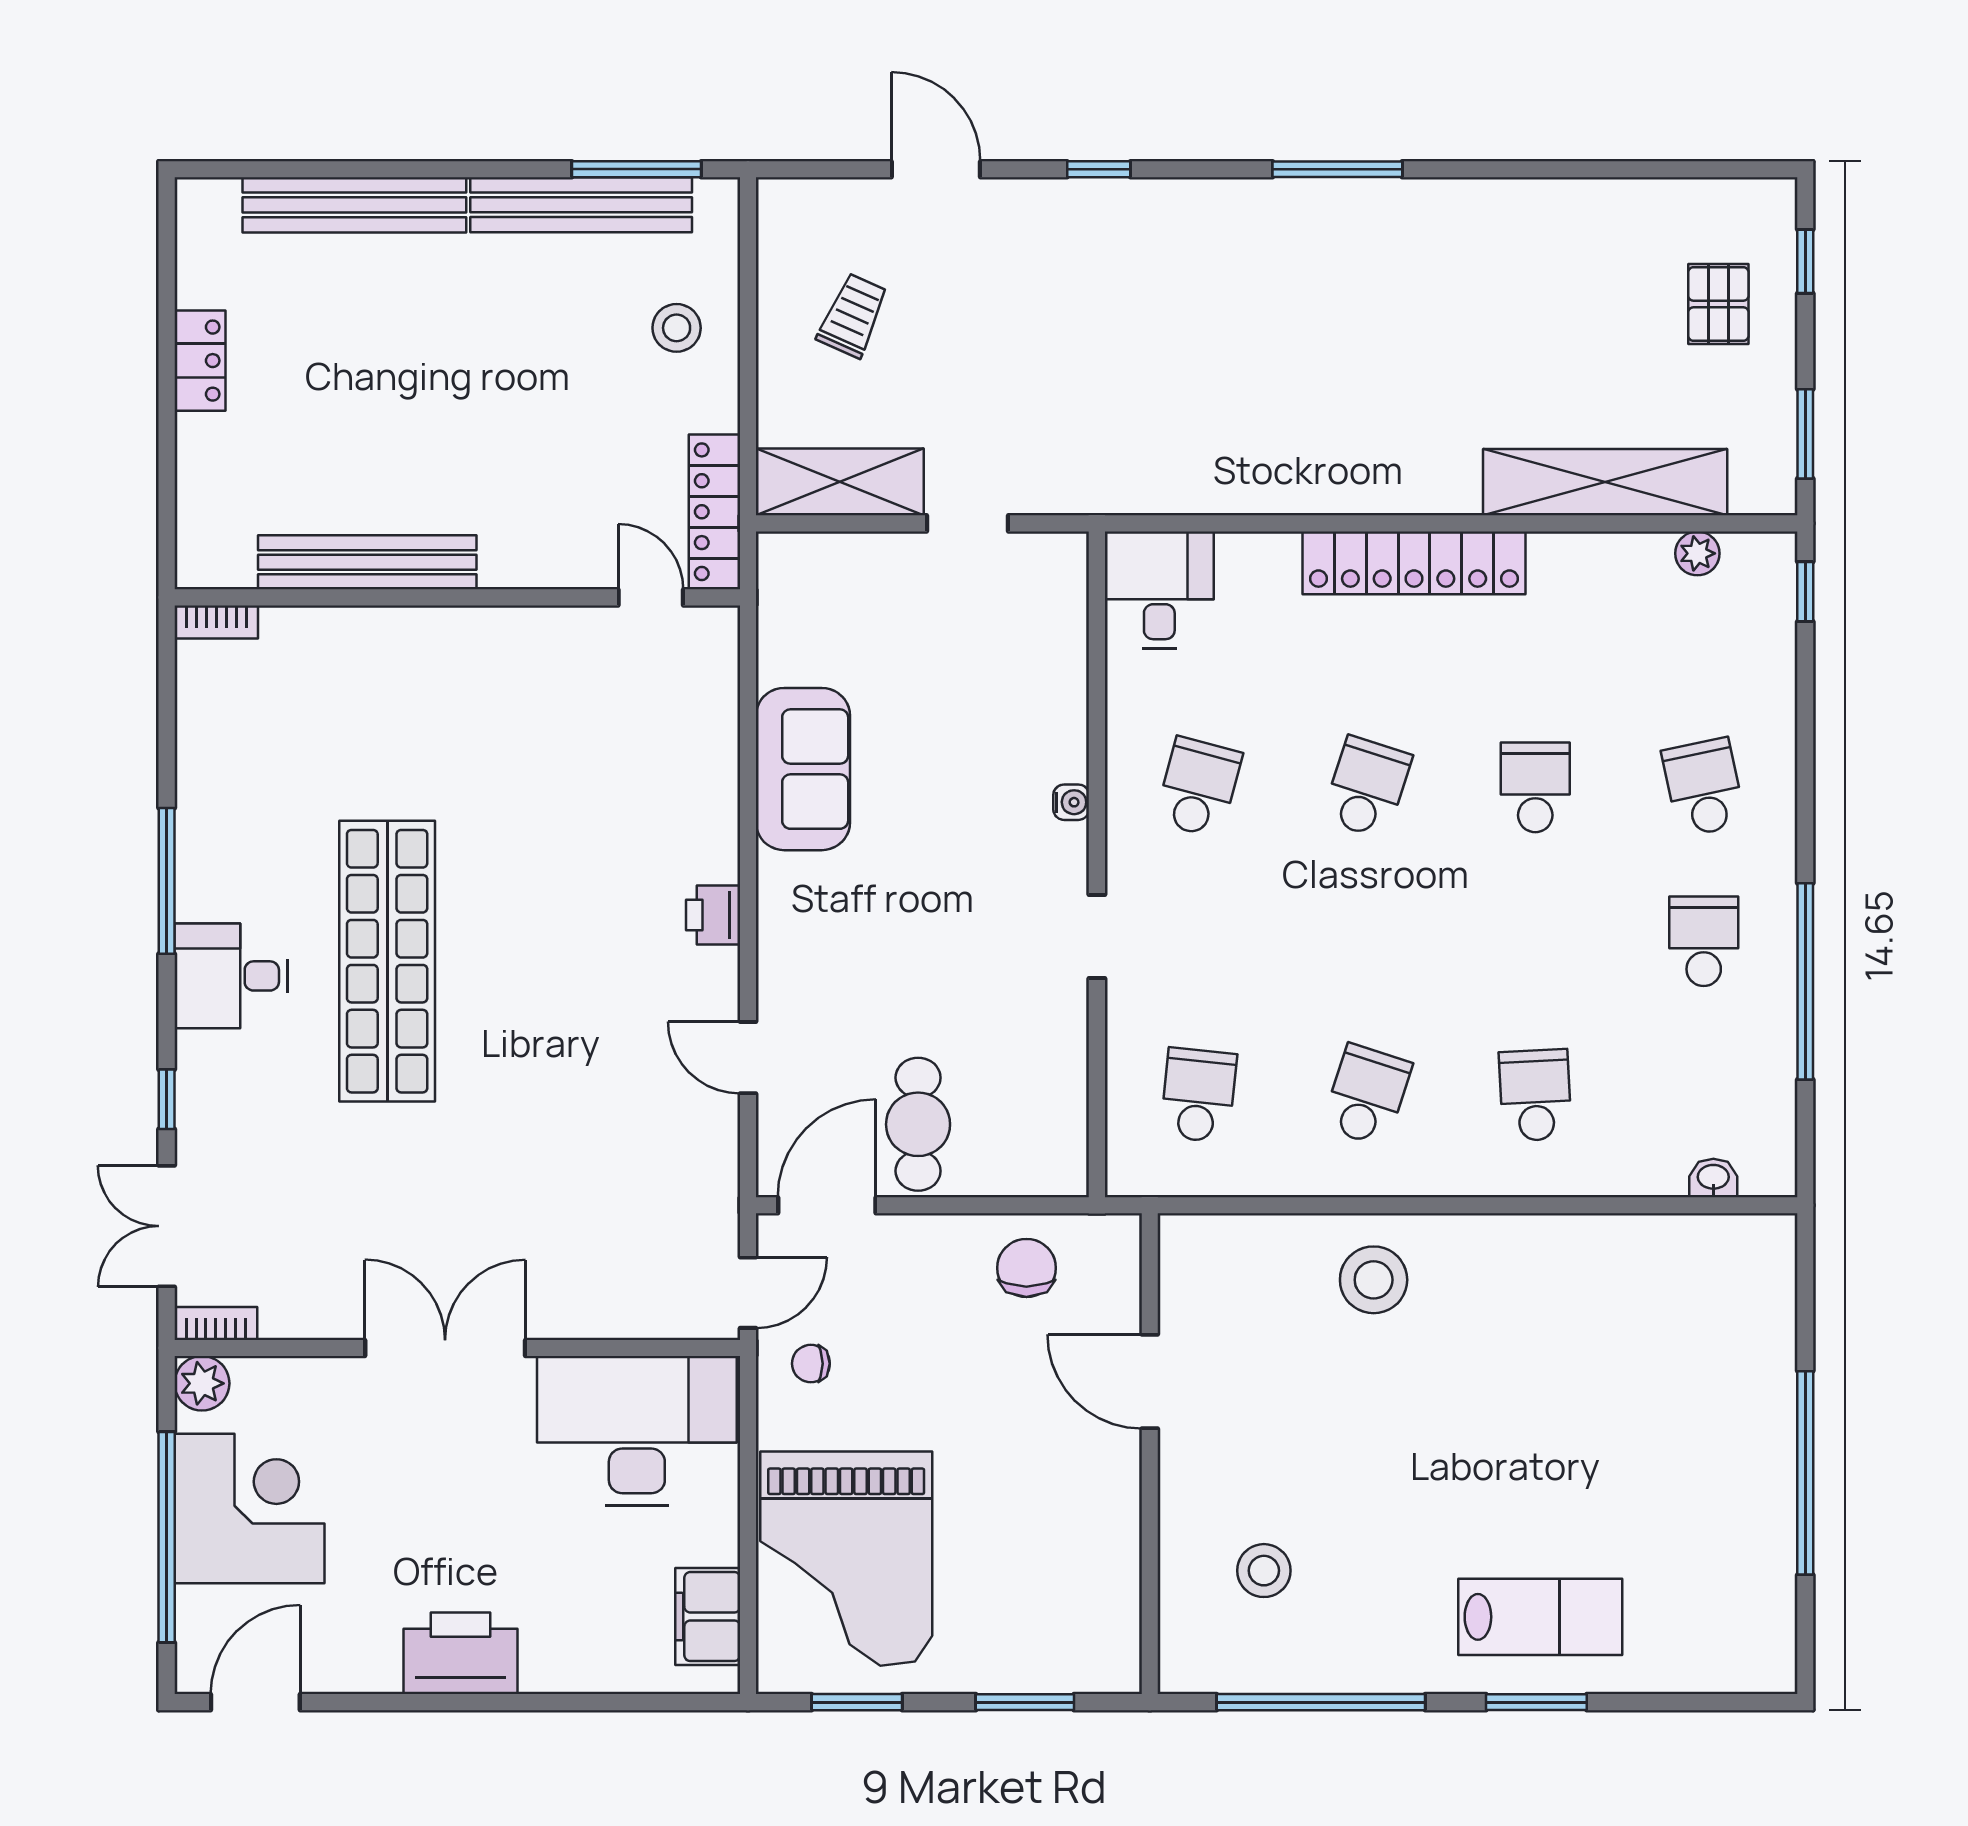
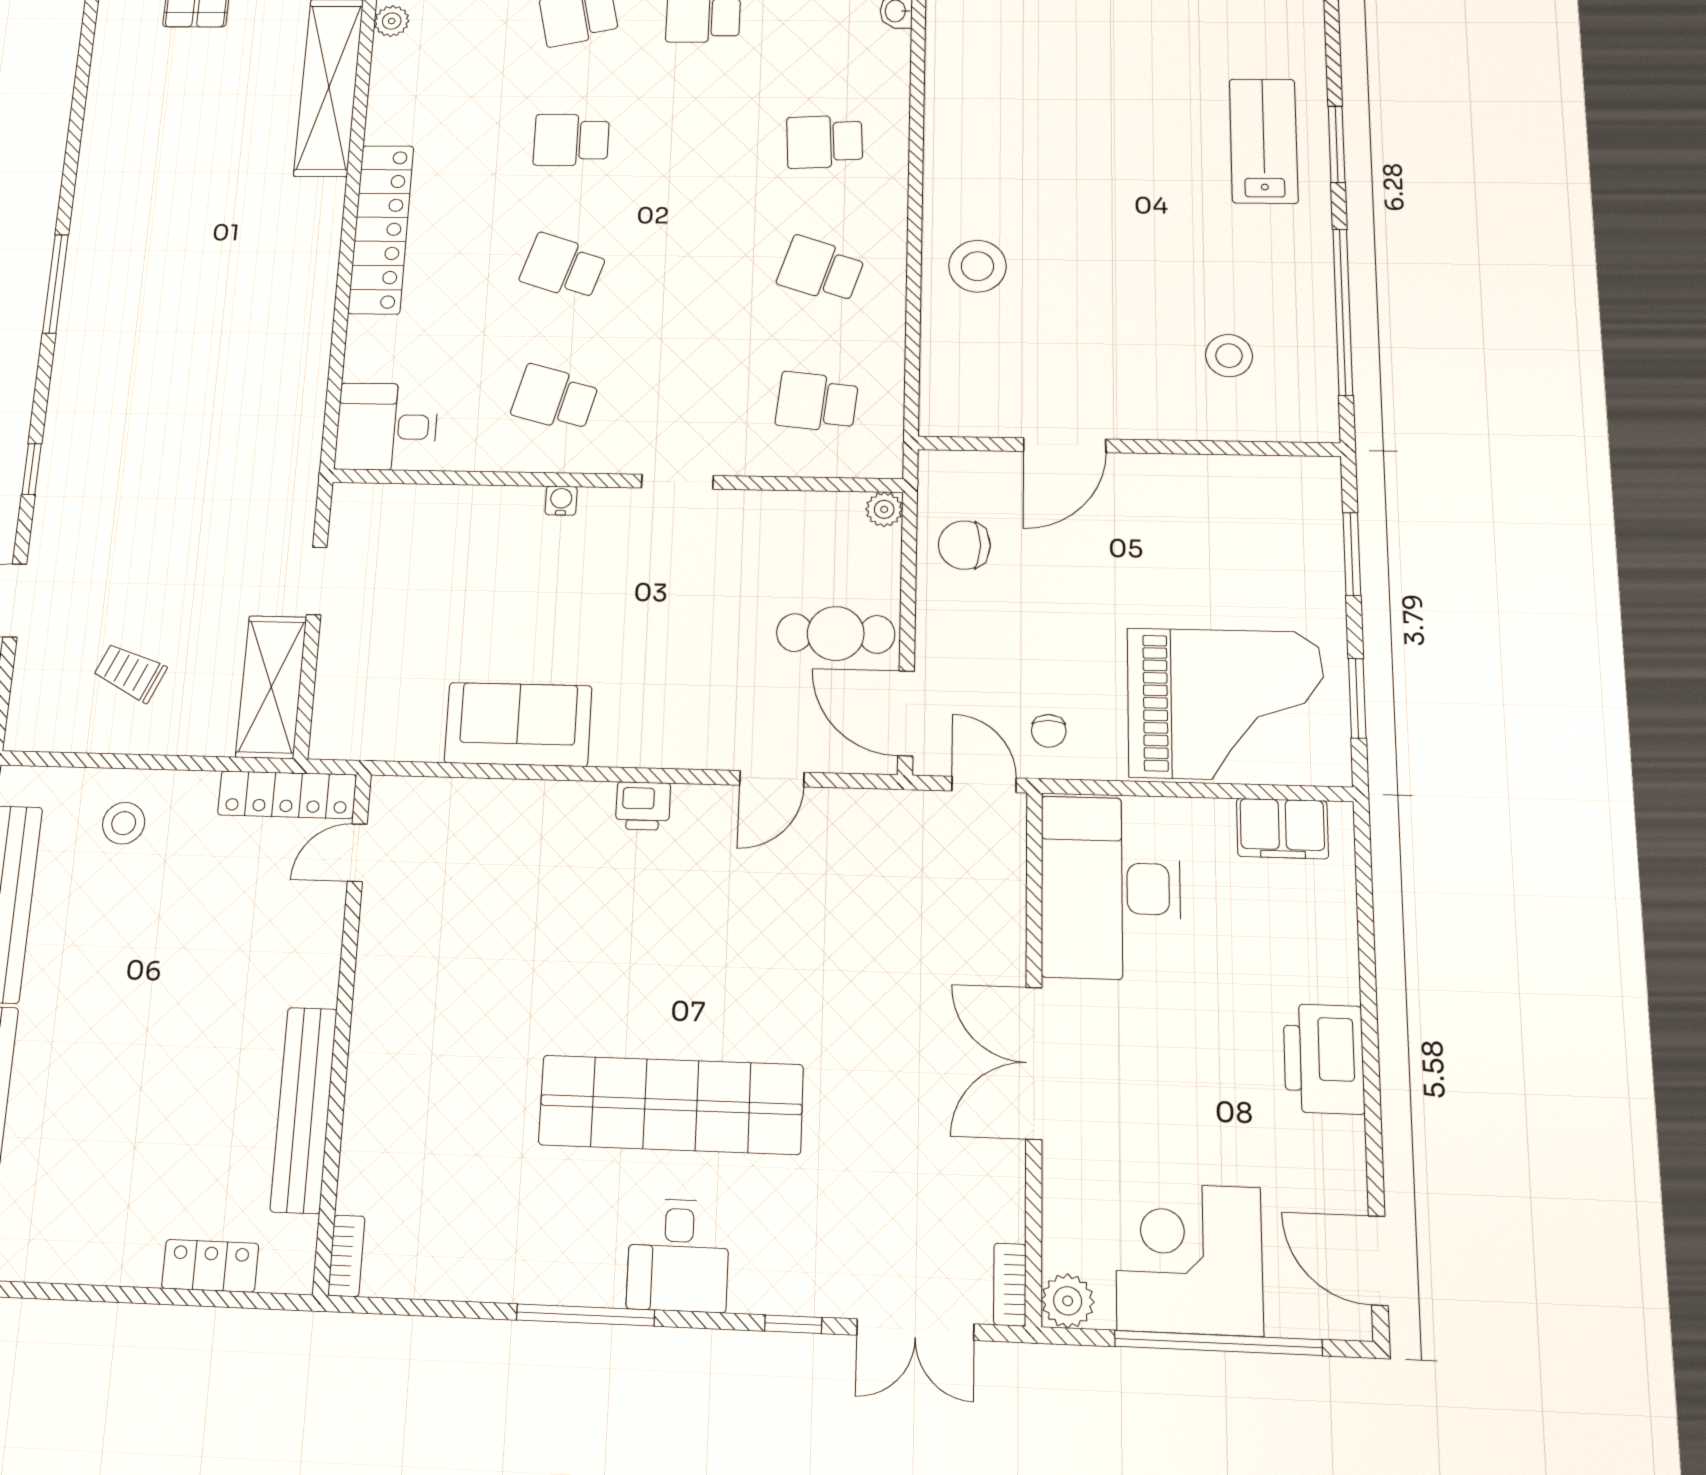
locker: (200, 361) -> (210, 1266), moved
plant: (1068, 1176) -> (884, 509), added

